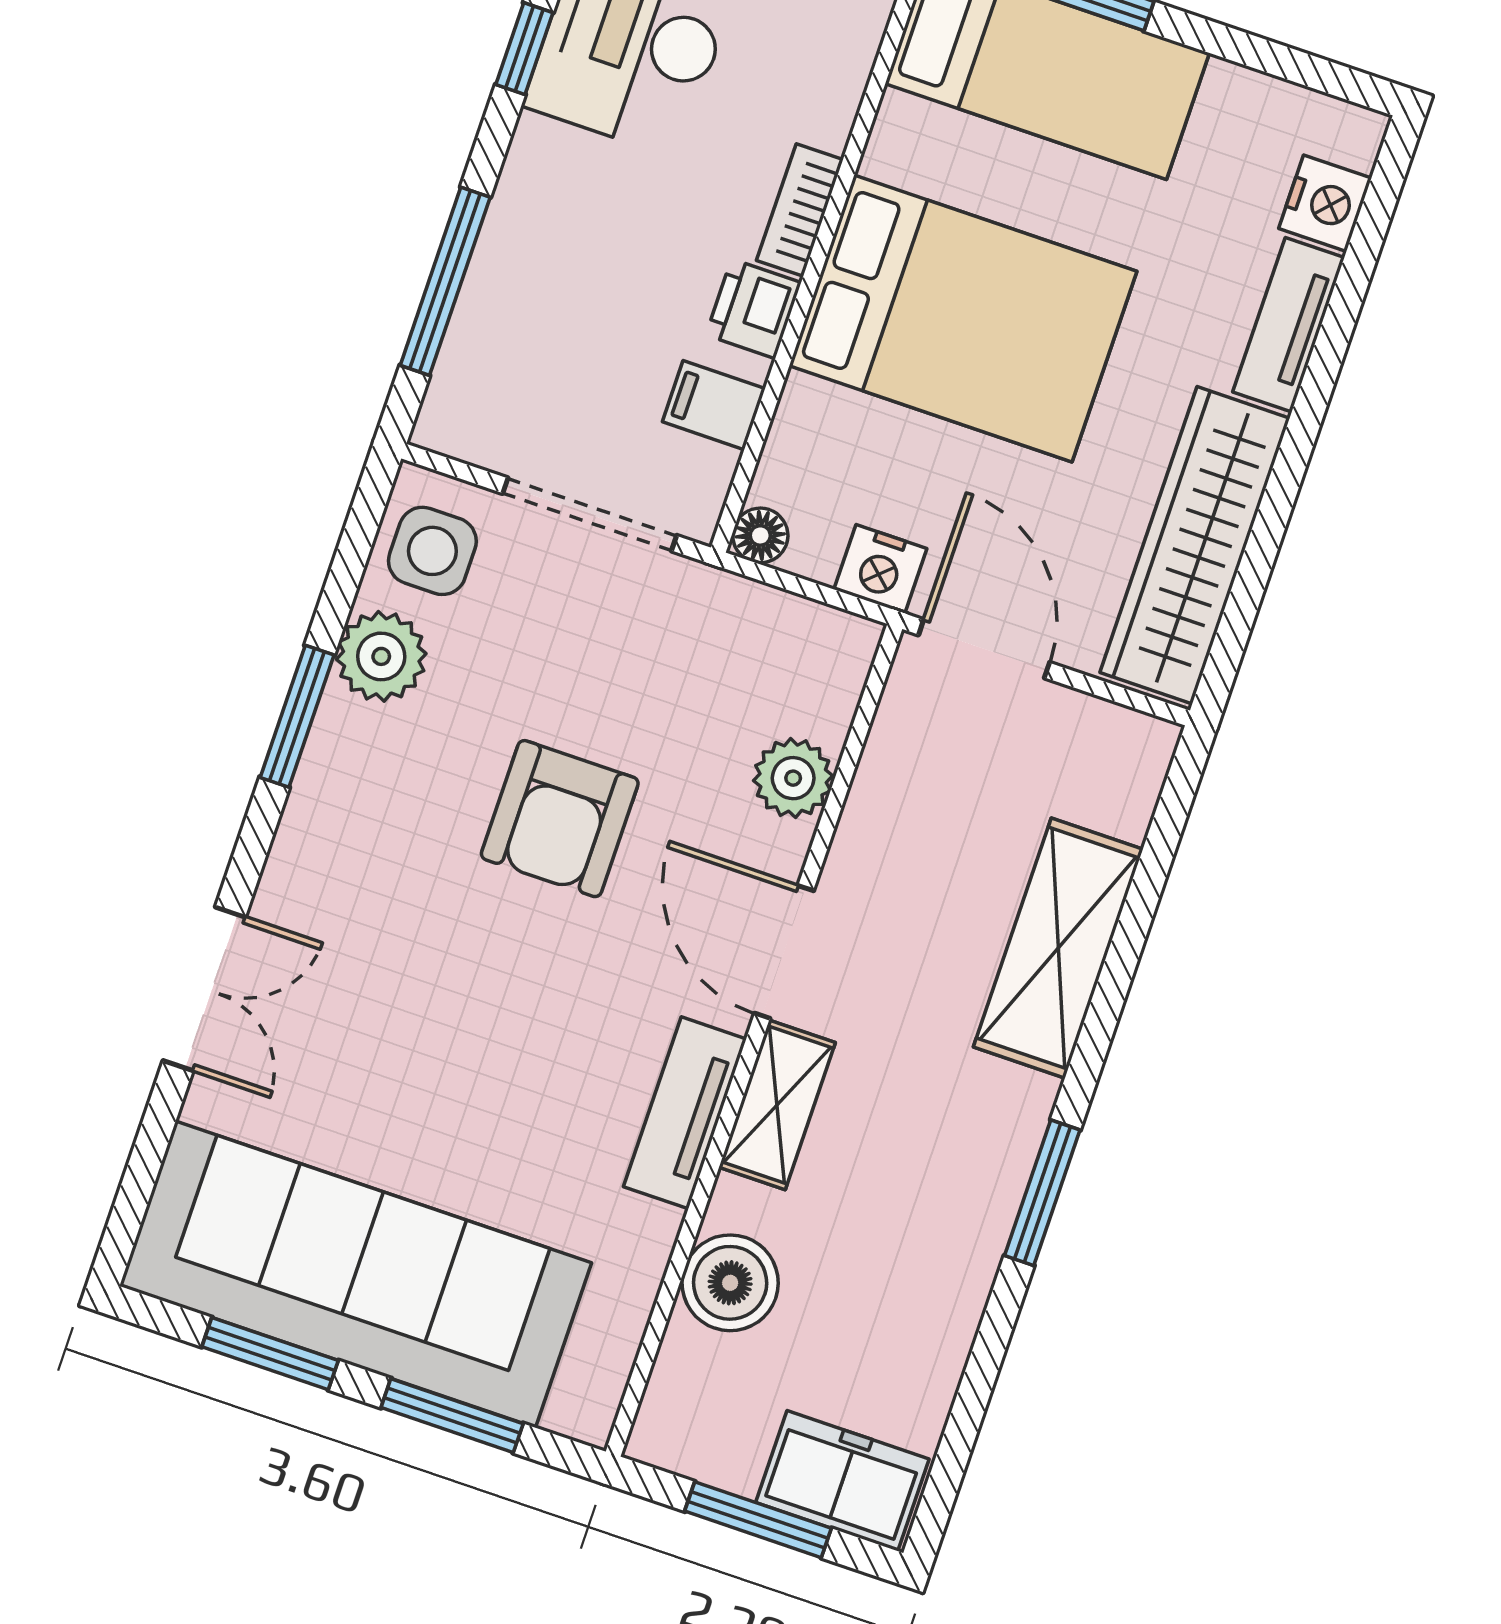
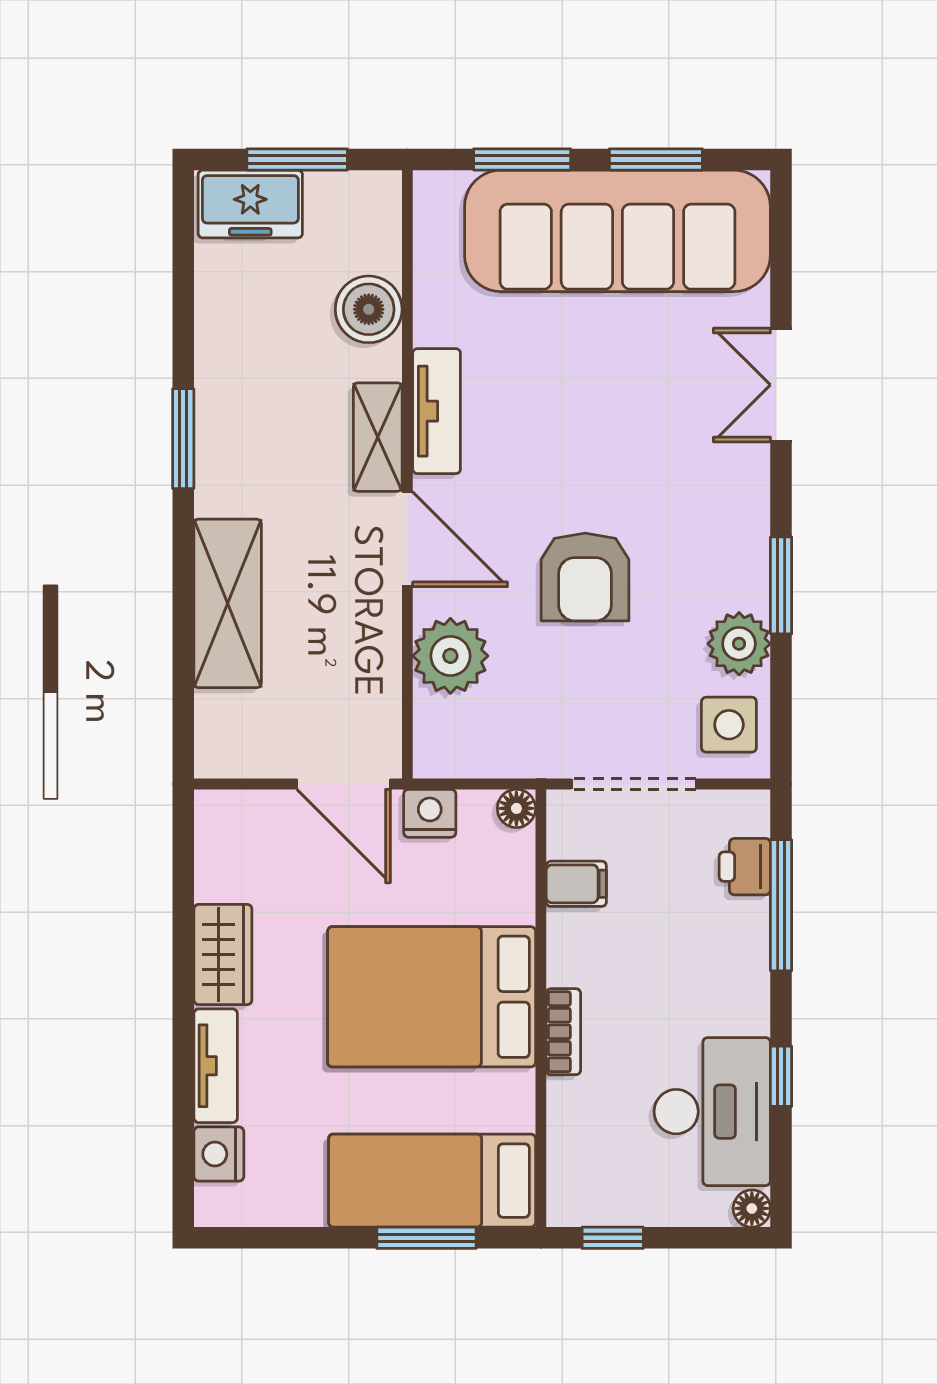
printer: (753, 309) -> (745, 867), moved, turned 180
wardrobe: (1195, 545) -> (223, 955), width x0.48, depth x0.85
plant: (793, 778) -> (450, 656), width x1.36, depth x1.36
armchair: (560, 819) -> (585, 577), turned 180

